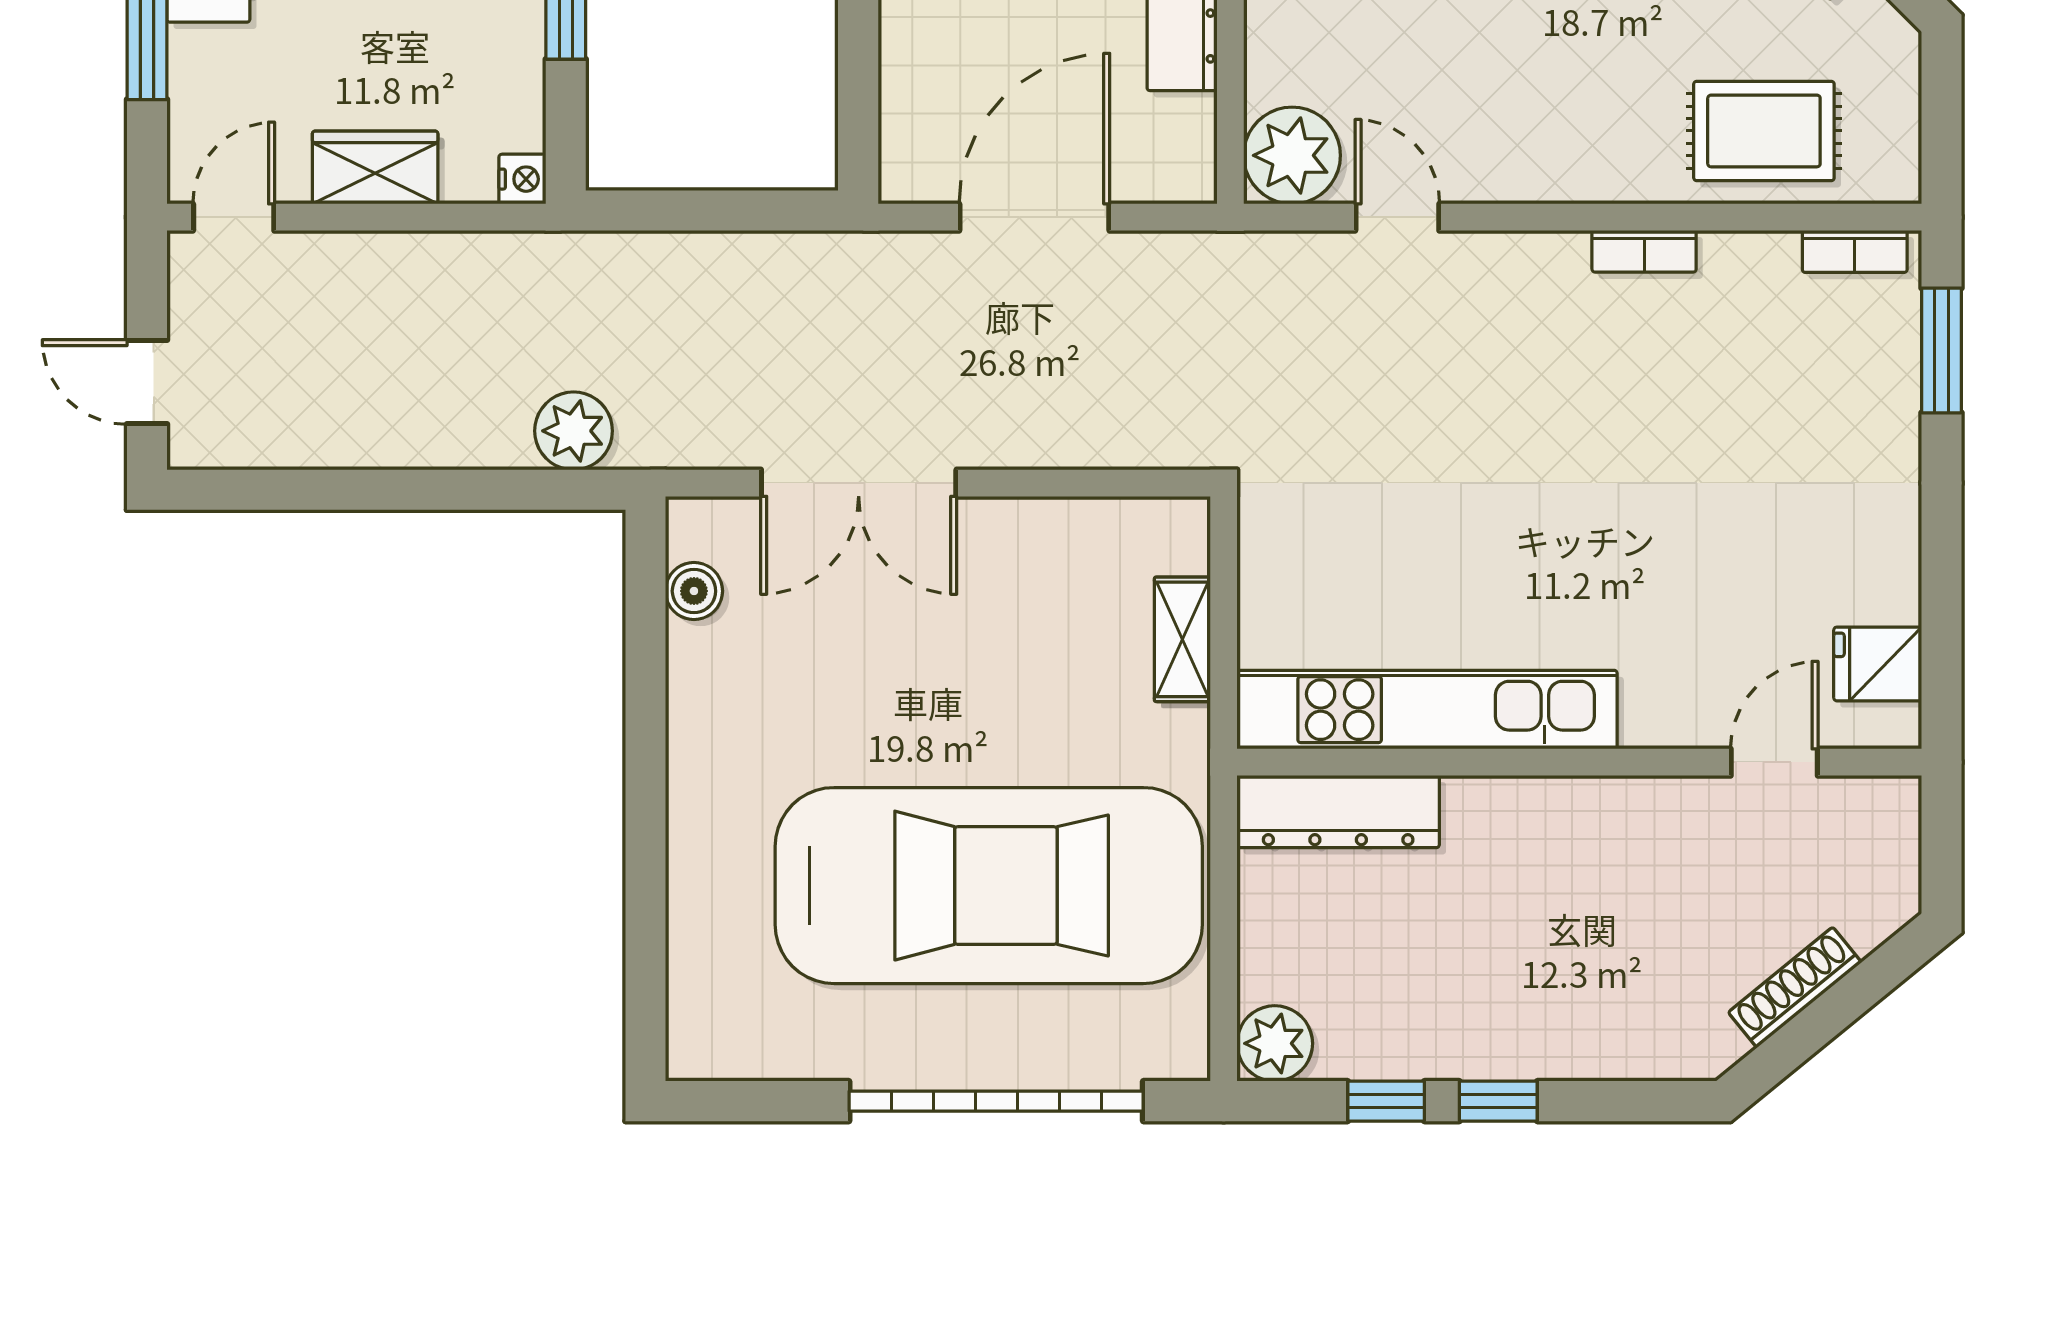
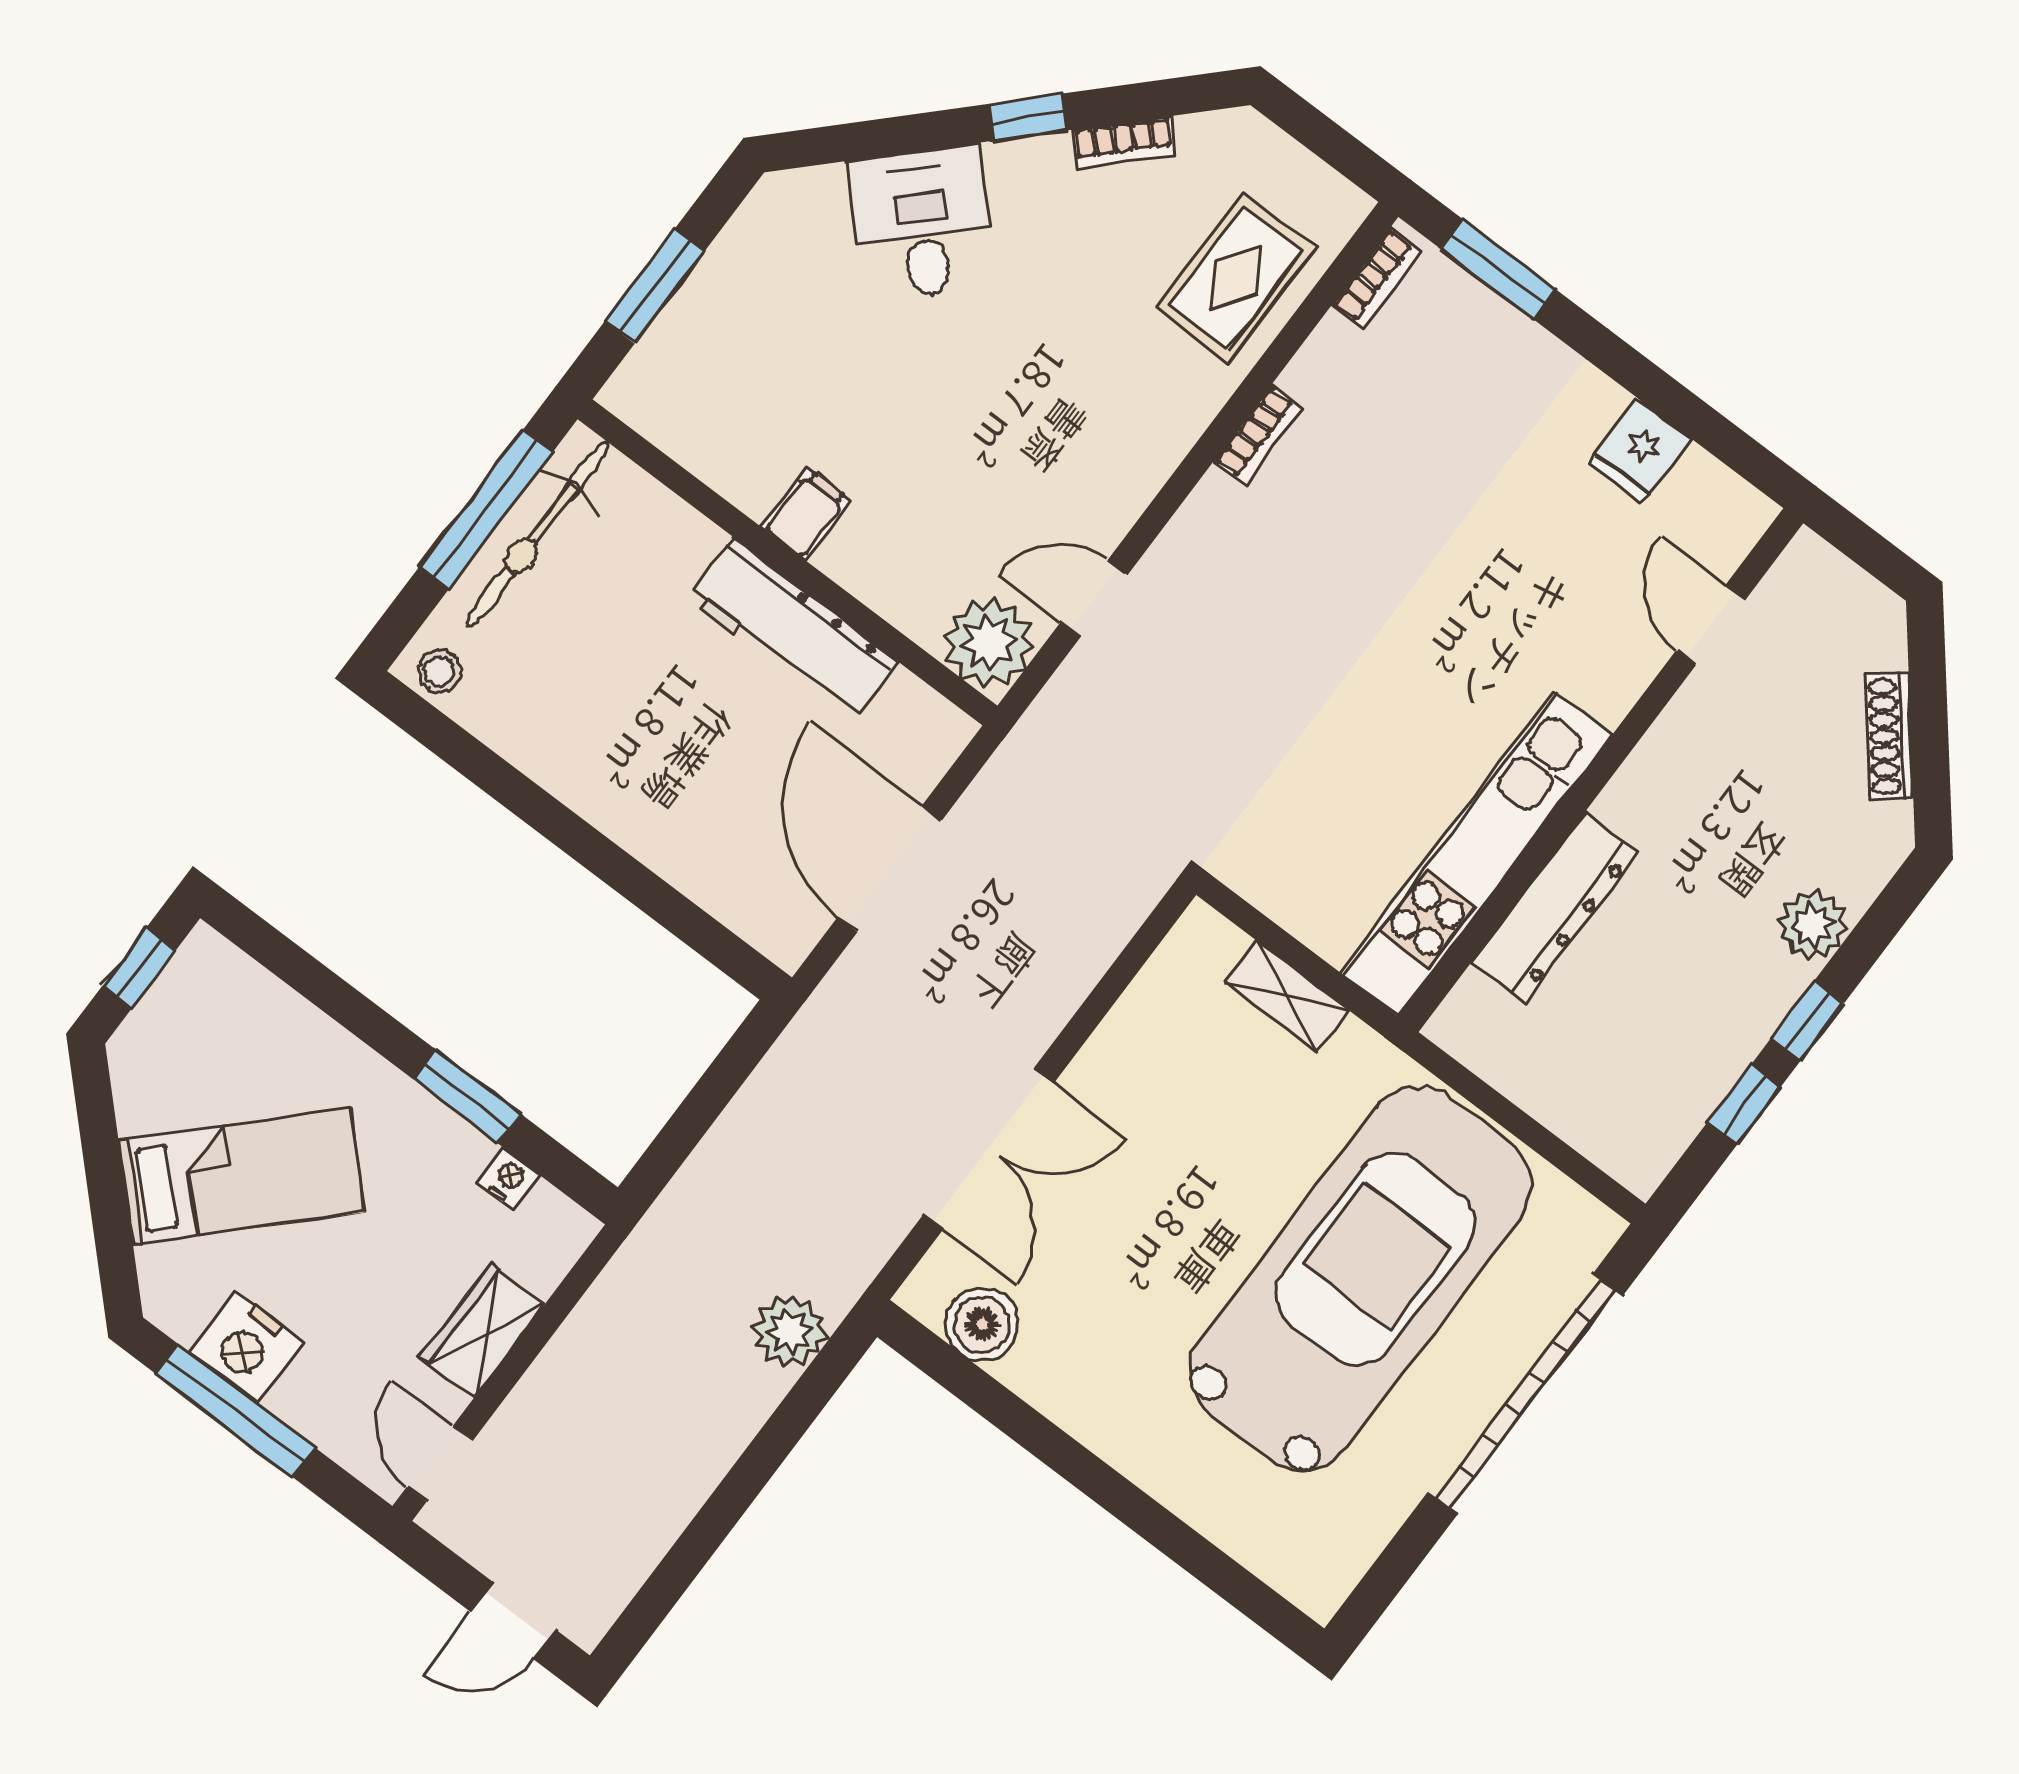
nightstand: (522, 179) -> (508, 1179), moved
boiler: (694, 591) -> (982, 1324), width x1.36, depth x1.36
fridge: (1878, 664) -> (1639, 451), moved
dresser: (1338, 812) -> (1555, 907), moved
plant: (1275, 1043) -> (1812, 925), moved

